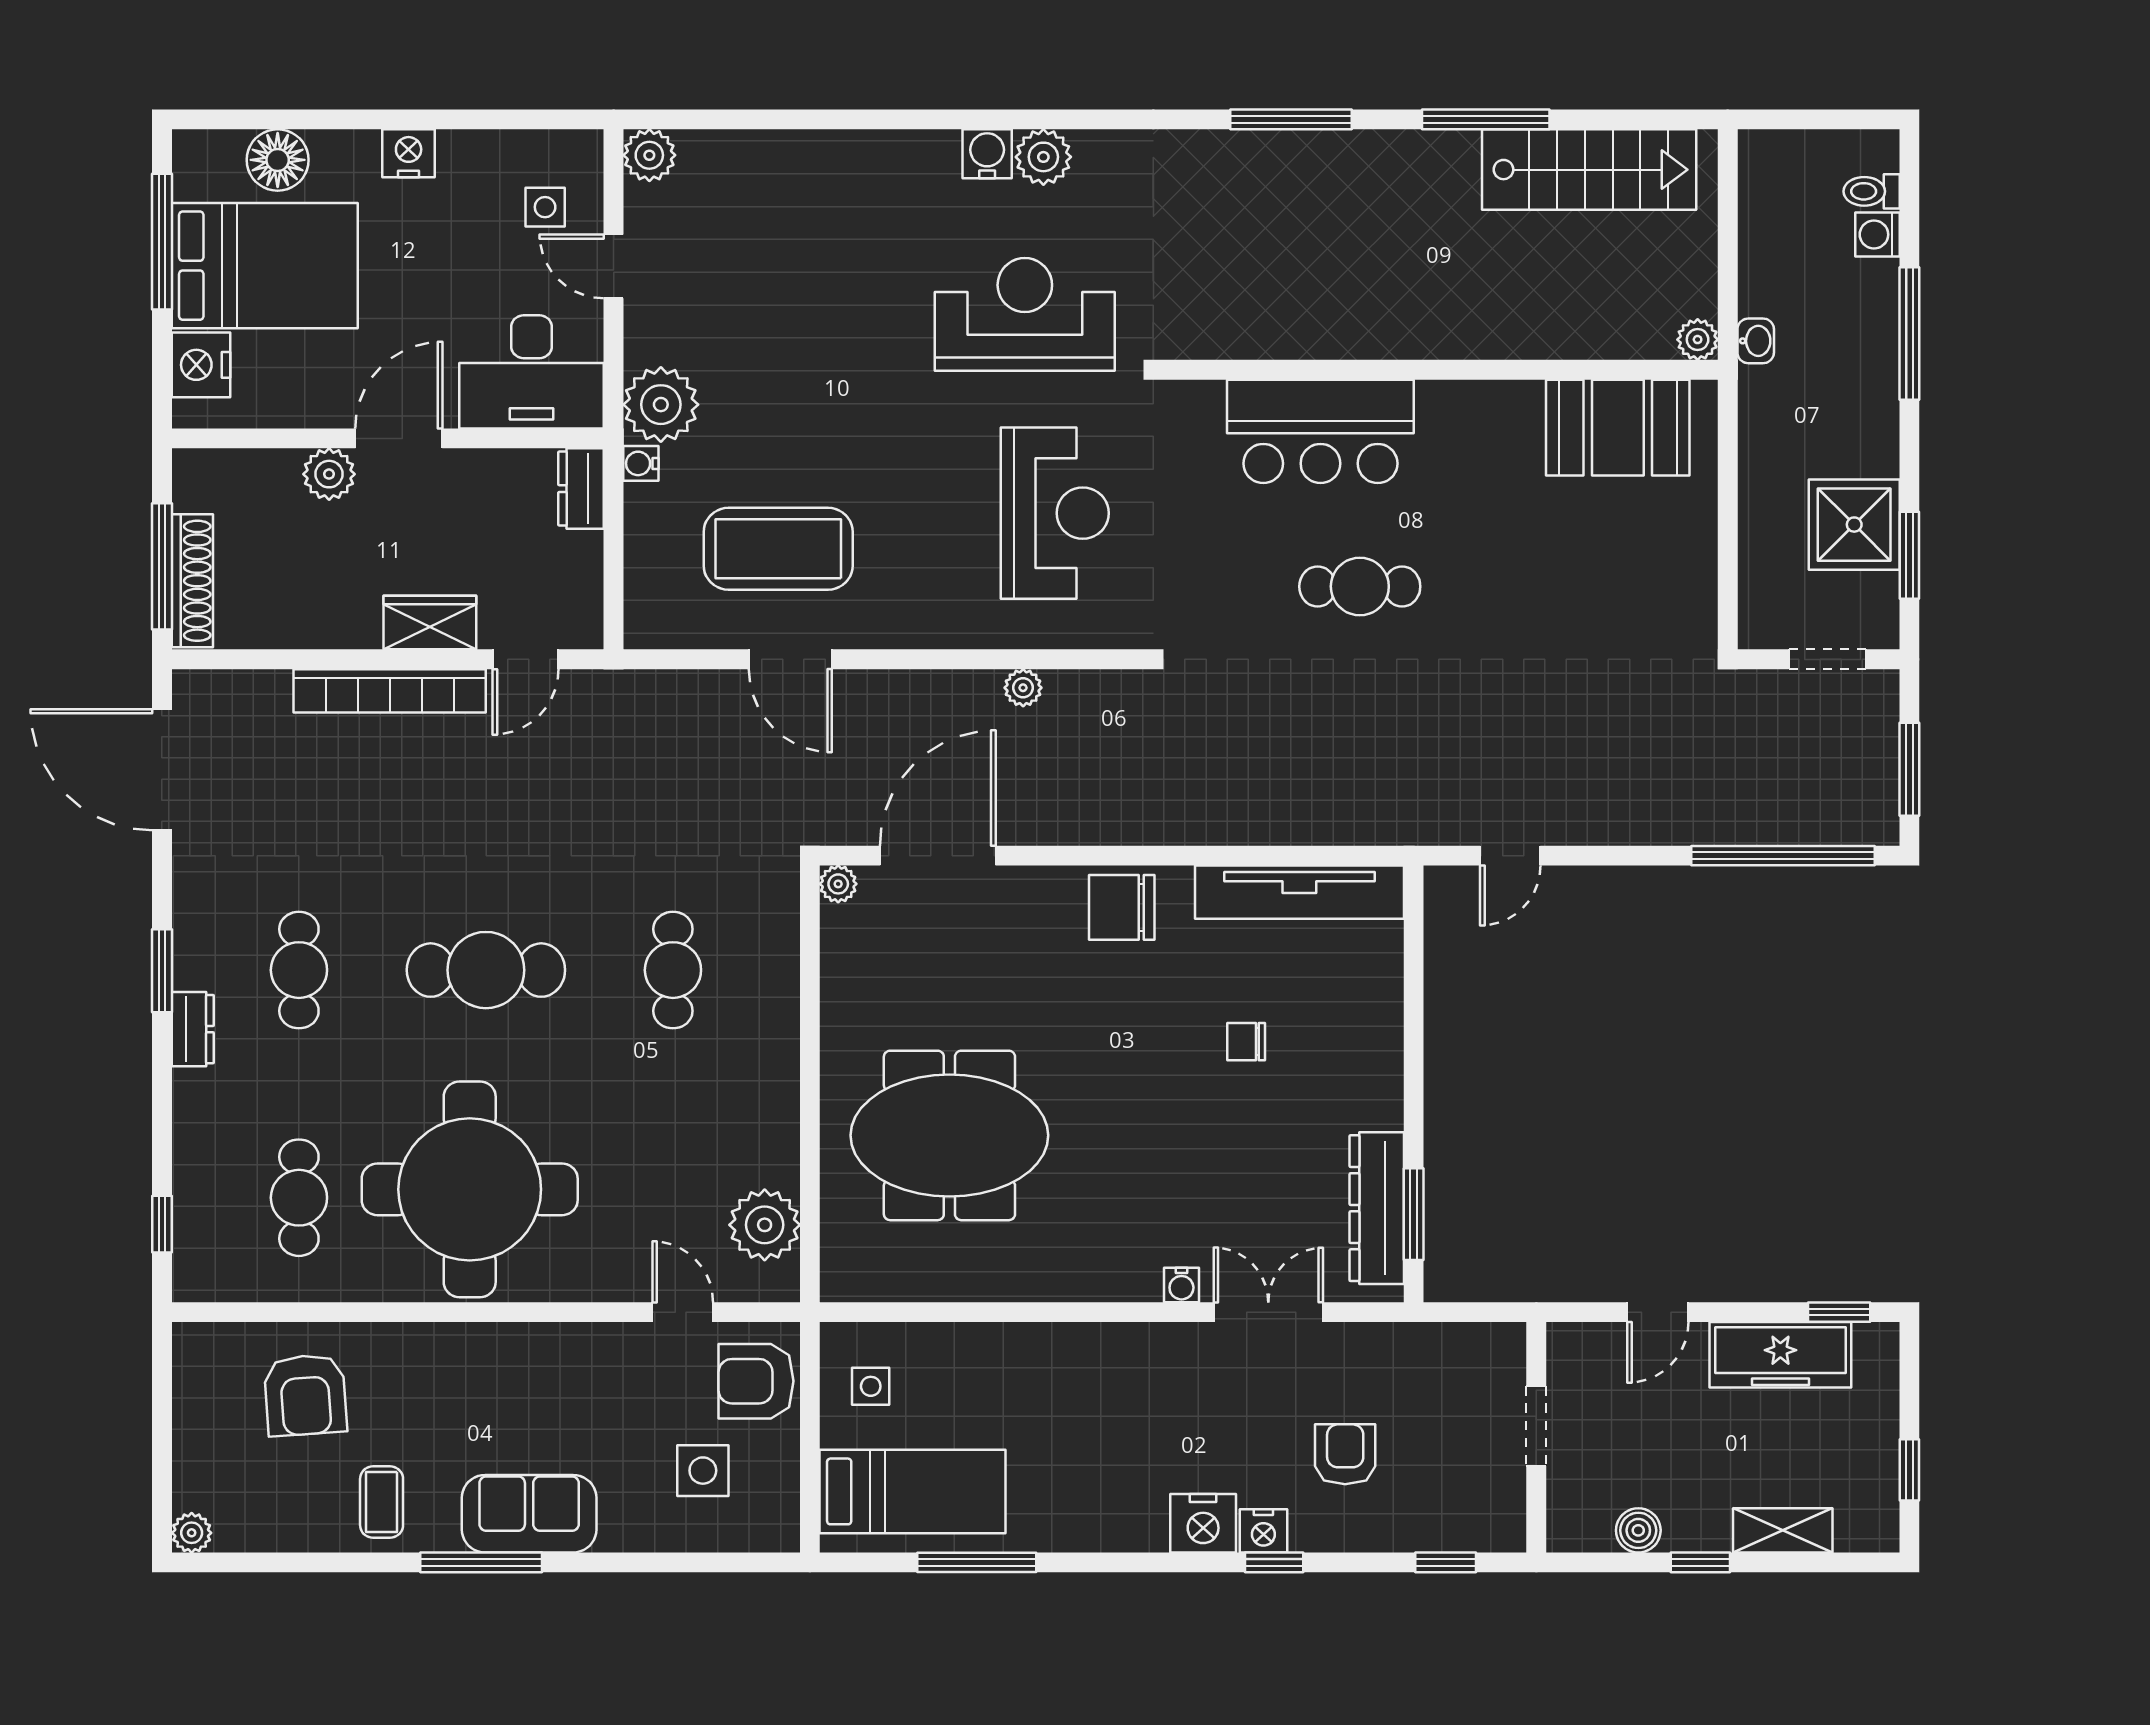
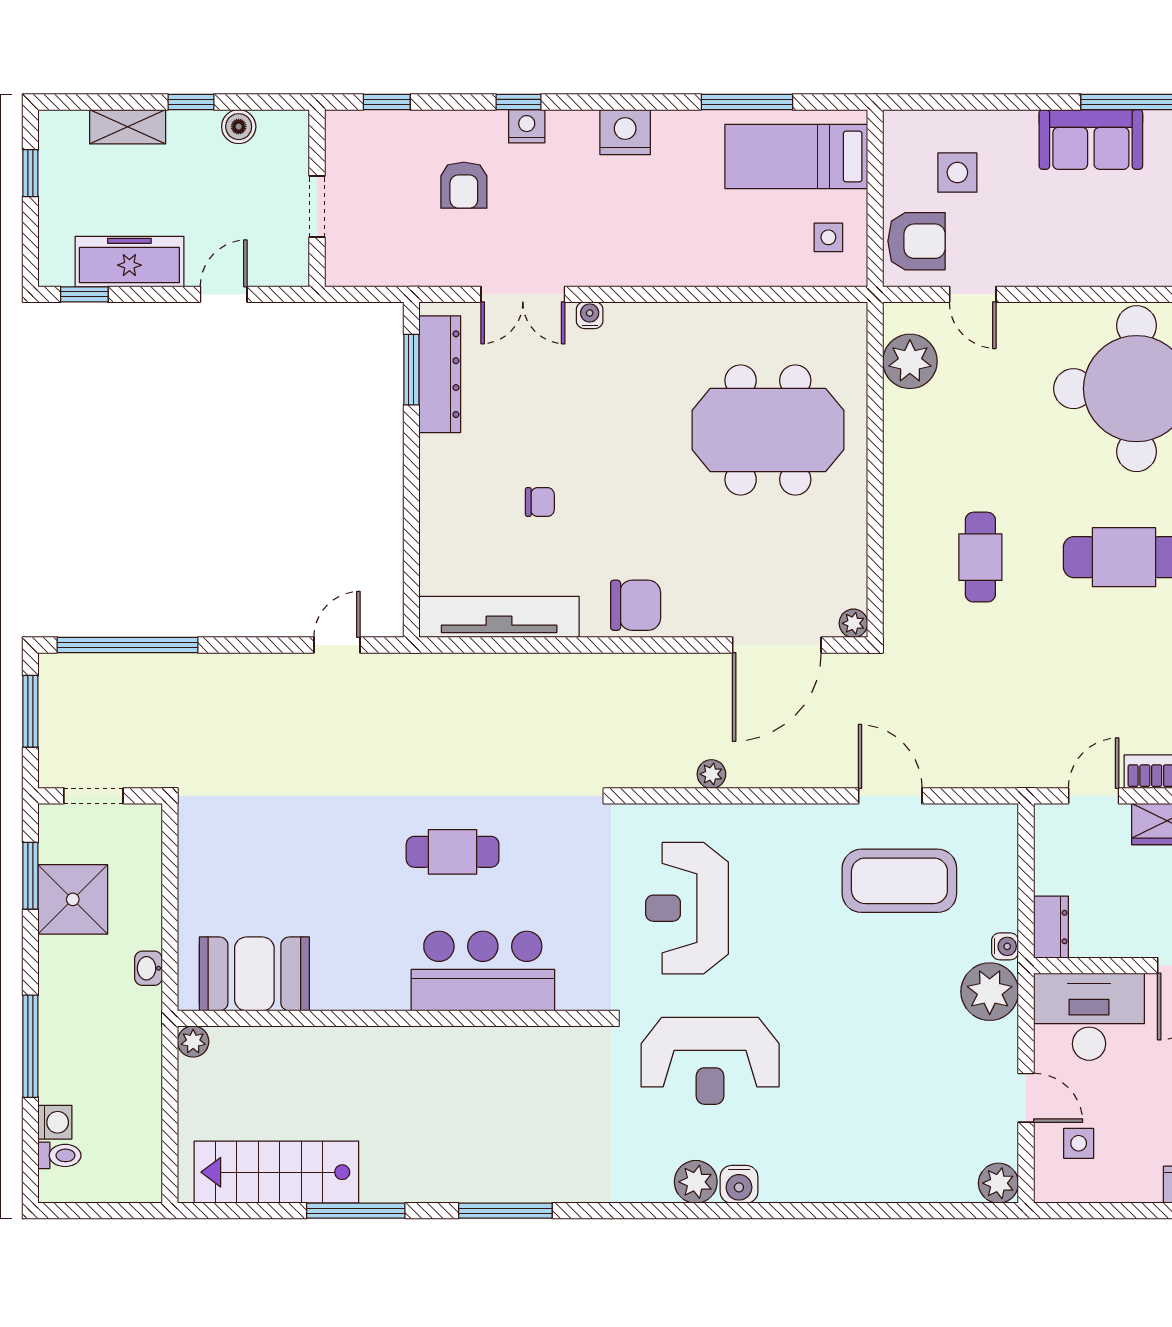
washbasin: (1756, 341) -> (148, 968), moved
nightstand: (1203, 1523) -> (625, 132), moved

